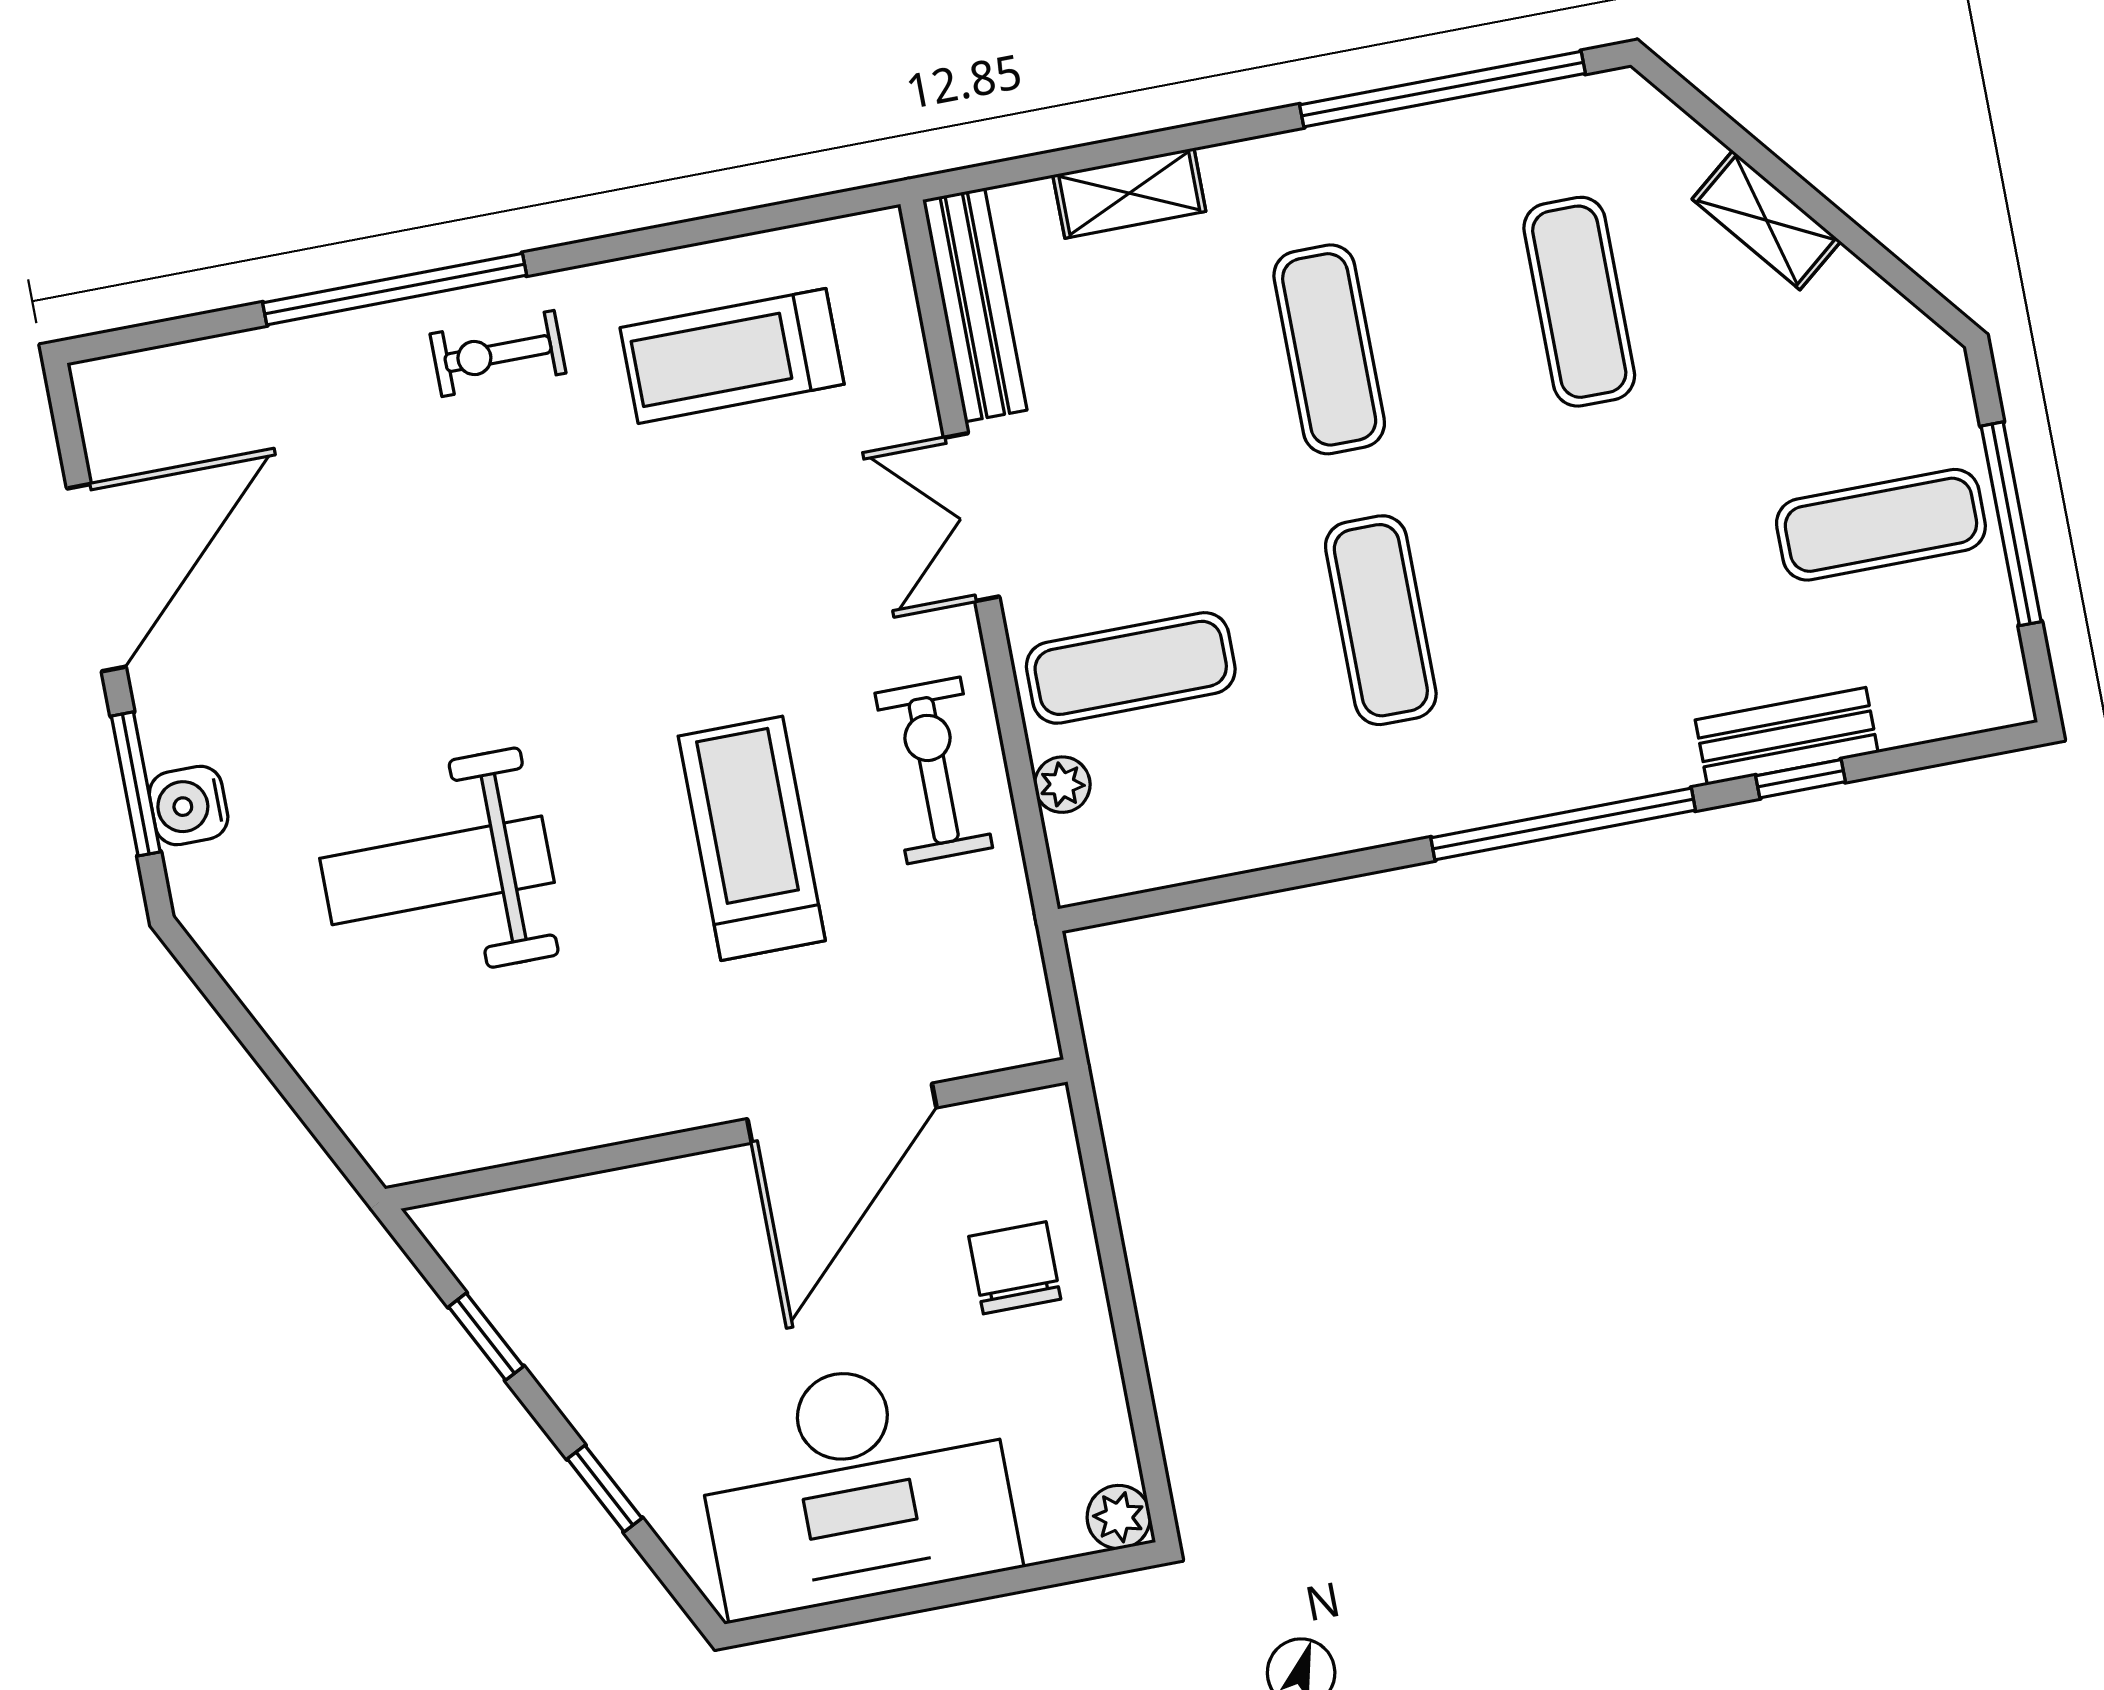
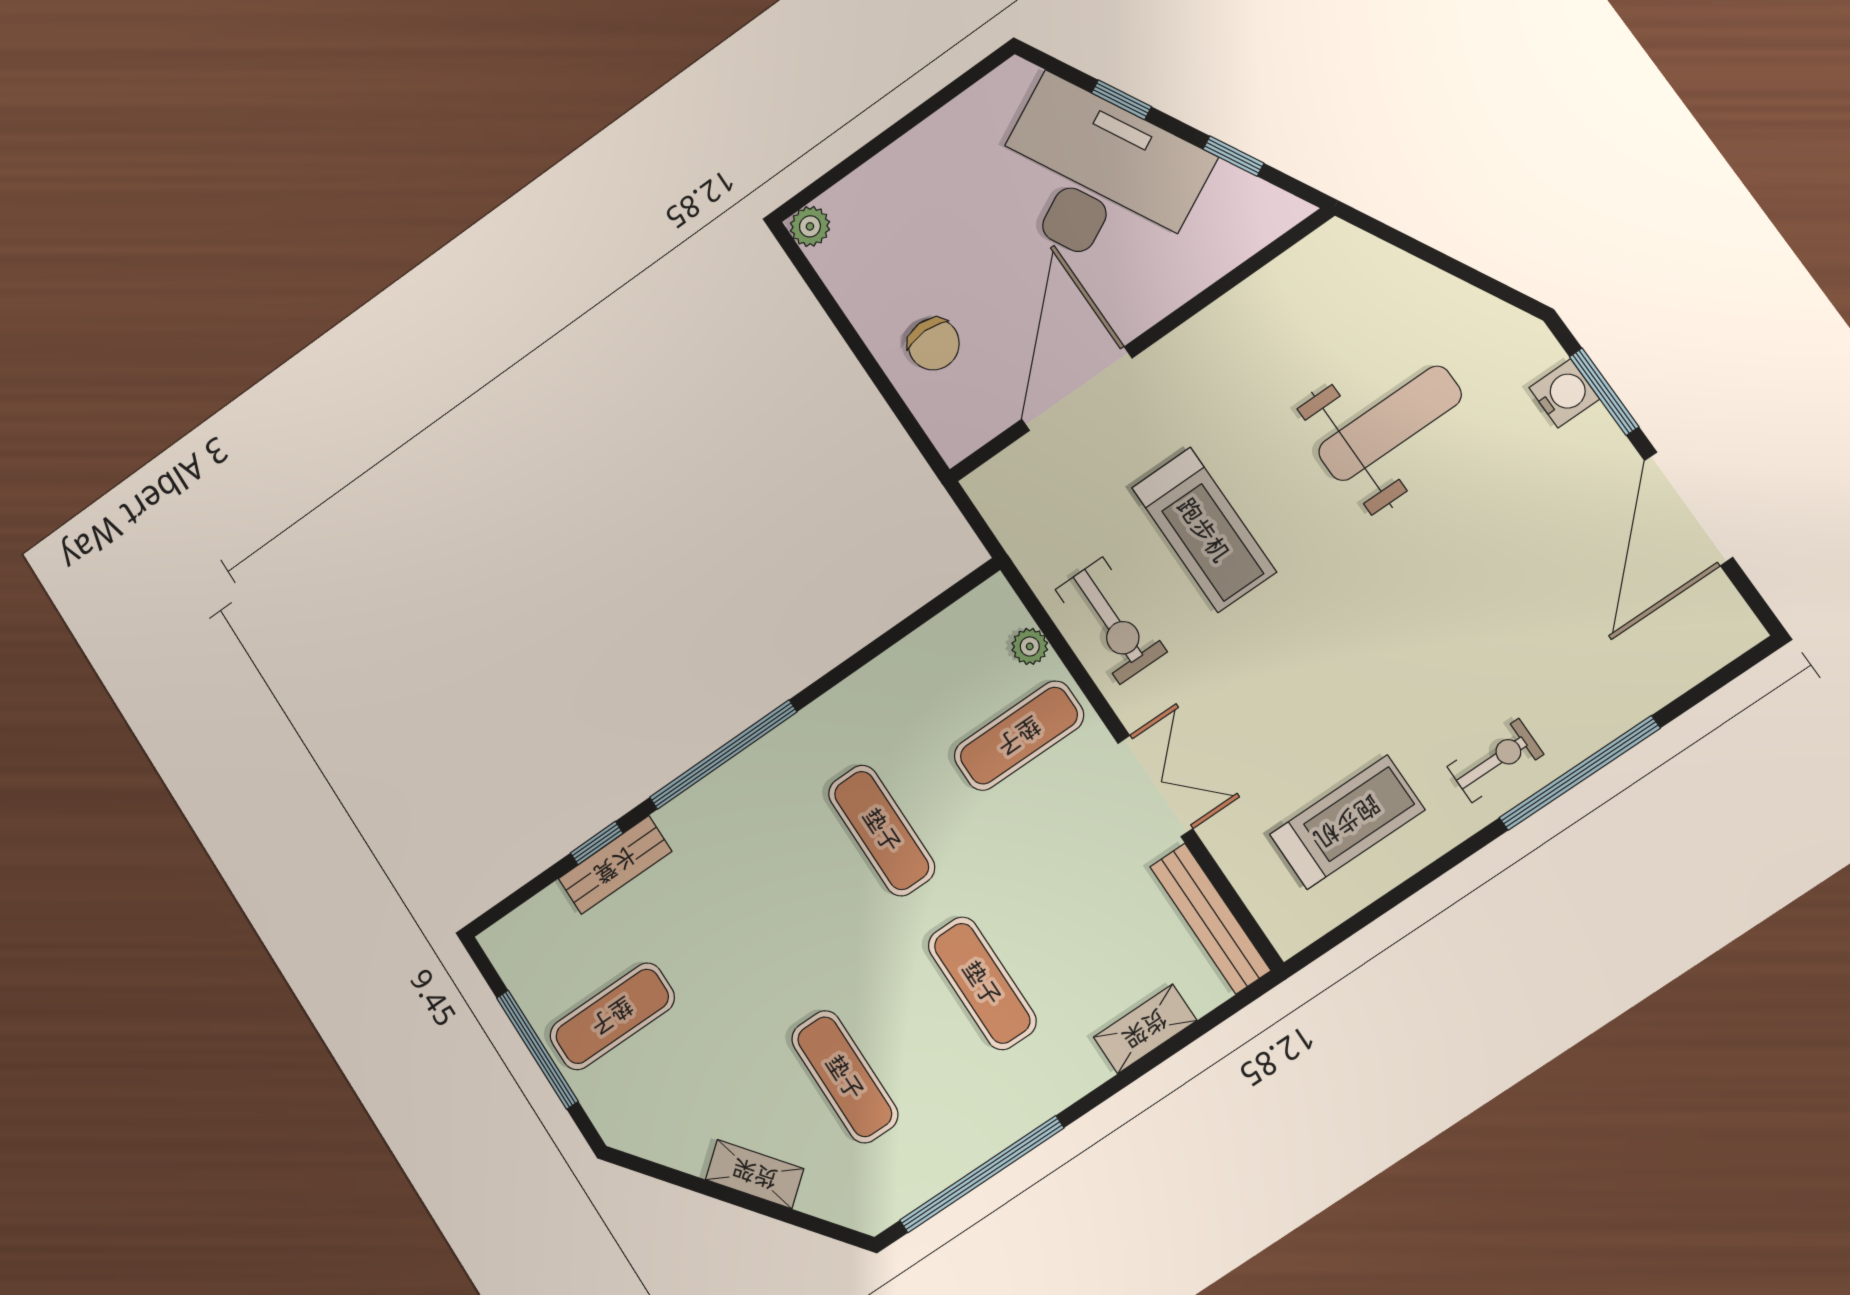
desk: (855, 1485) -> (1096, 179), moved, turned 63

